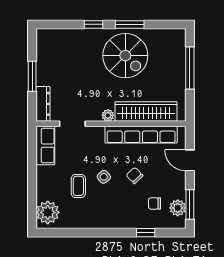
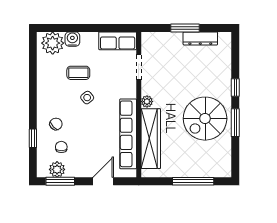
dresser: (43, 104) -> (200, 38), moved
chair: (135, 175) -> (56, 124), moved
water cooler: (44, 192) -> (72, 39), added

